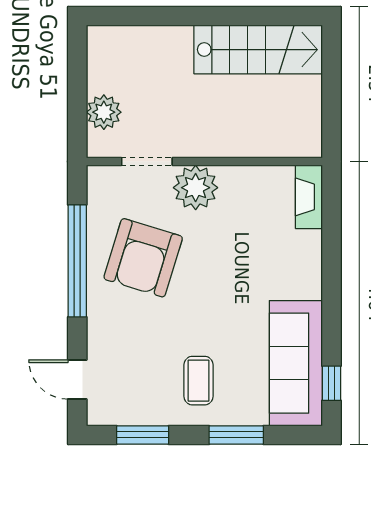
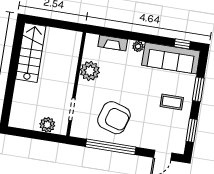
plant: (196, 188) -> (90, 71), moved
fireplace: (309, 197) -> (113, 43), moved
plant: (310, 286) -> (138, 46), added

